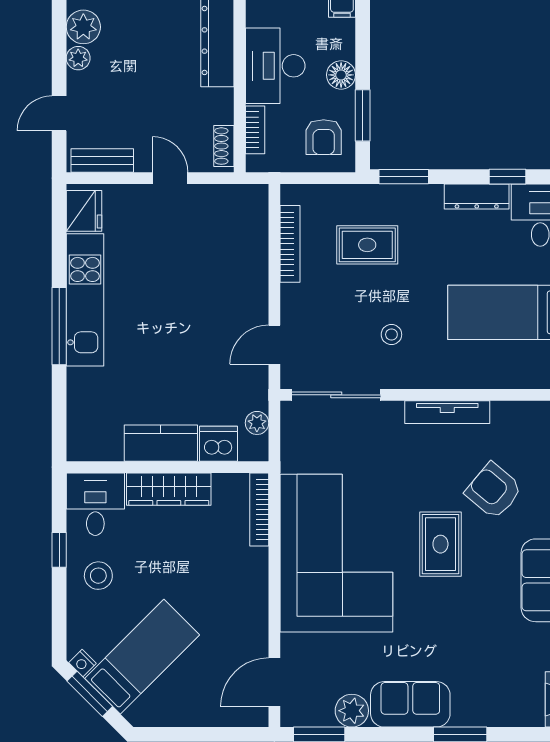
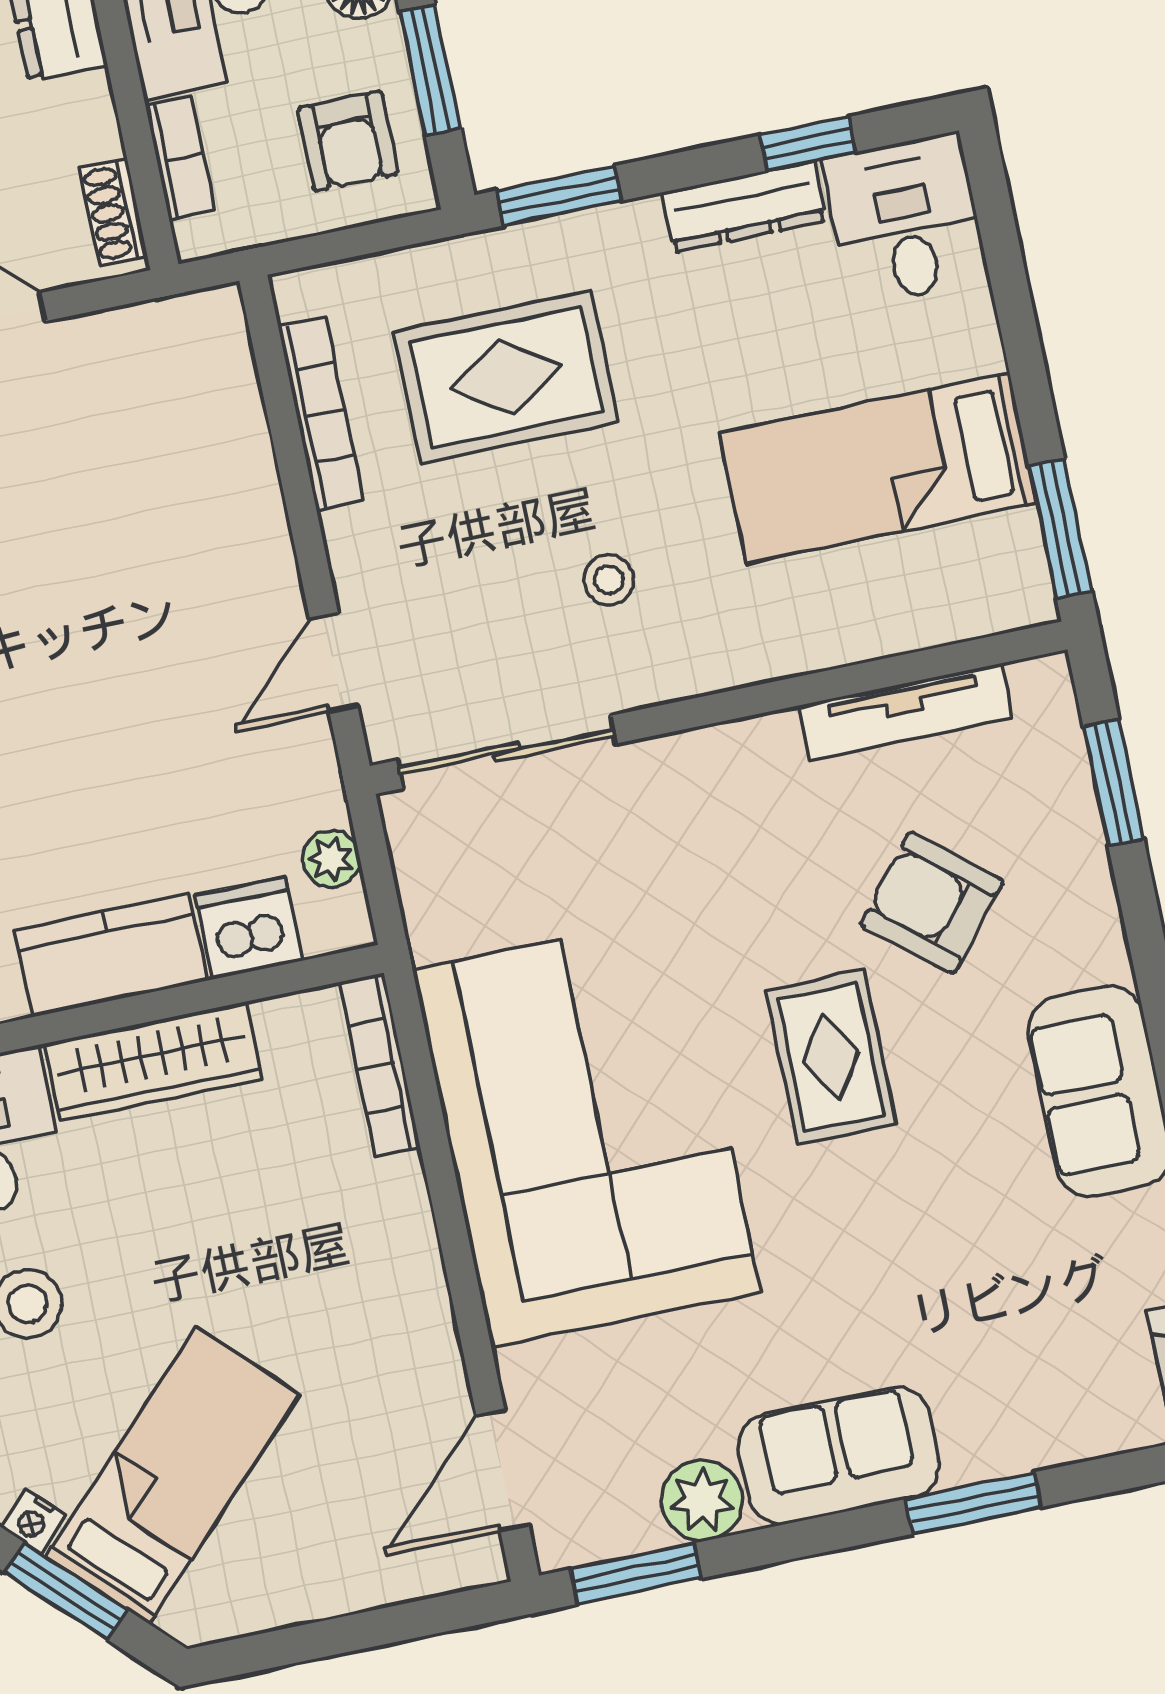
rug: (367, 245) -> (506, 377), width x1.36, depth x1.43
tv unit: (447, 412) -> (906, 712), moved

